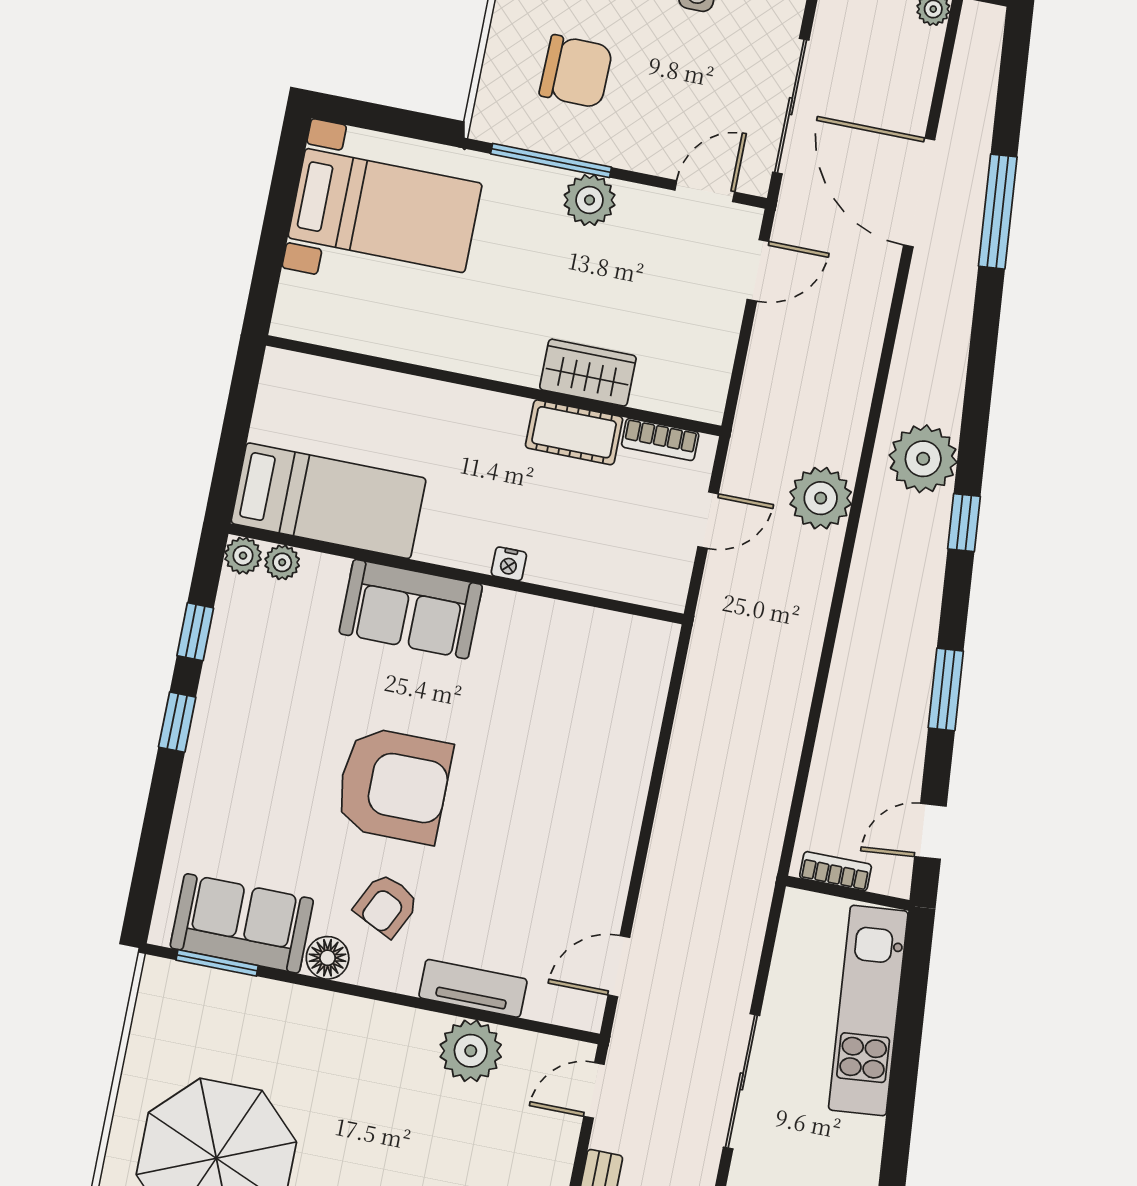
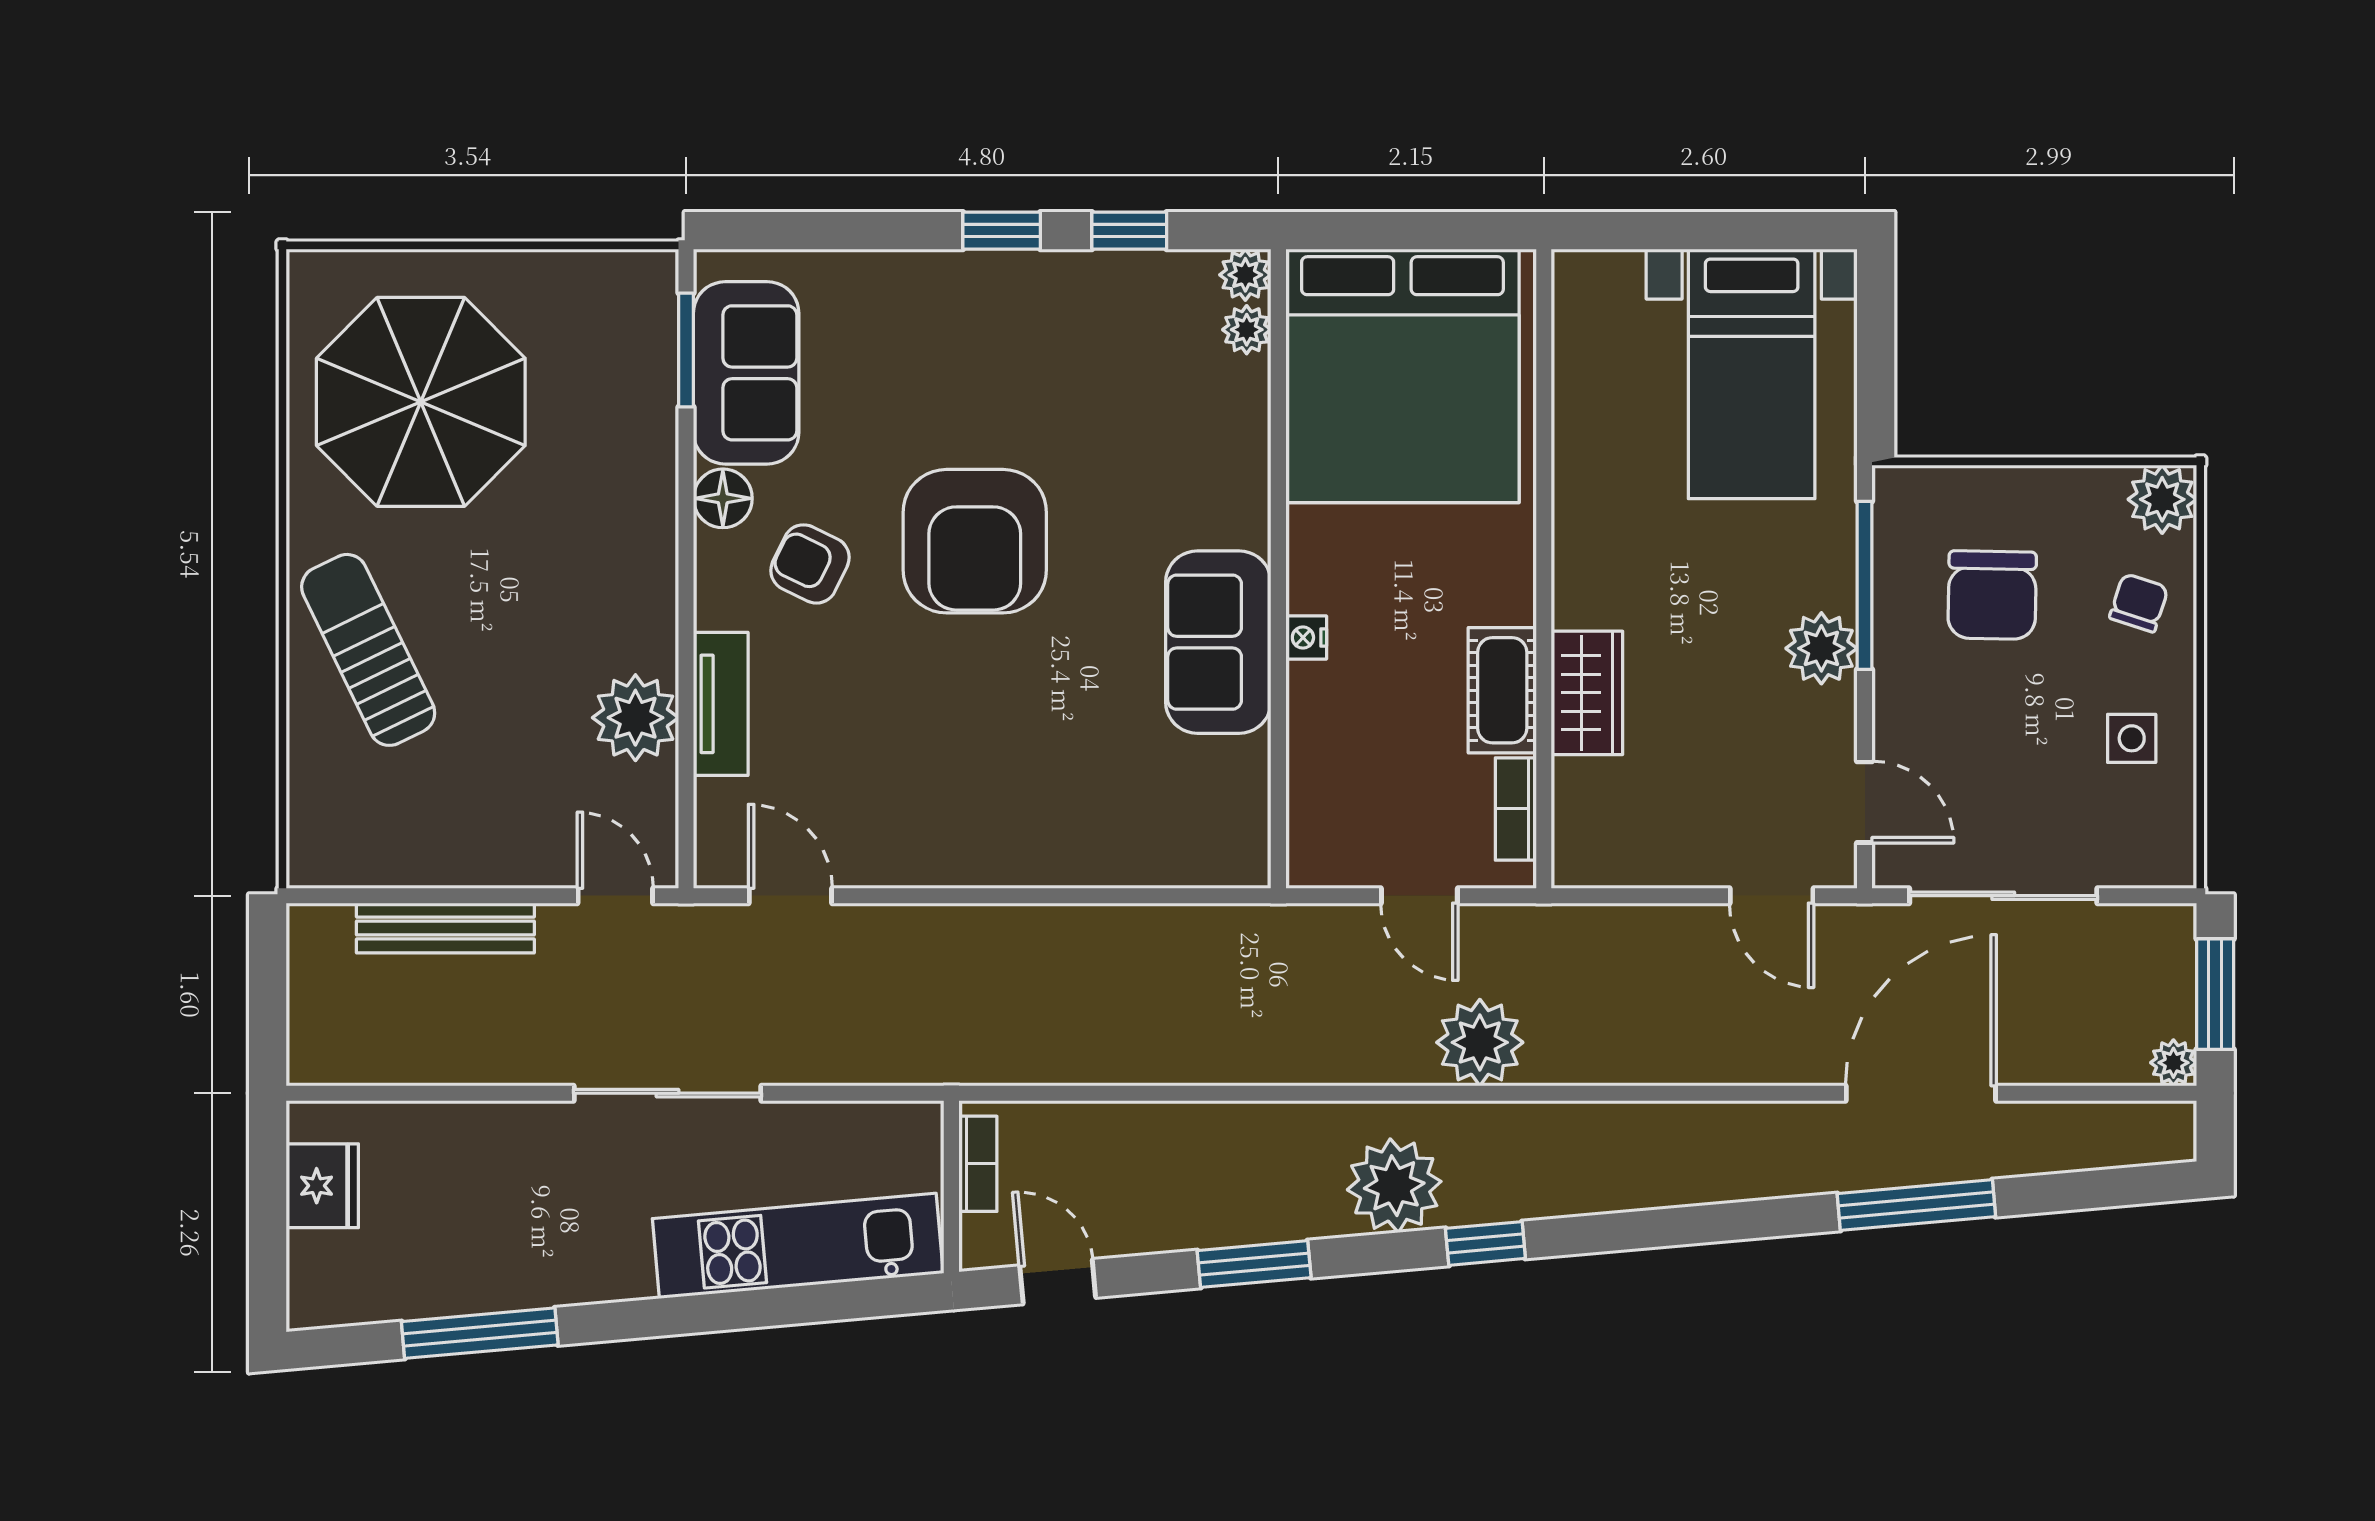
plant: (923, 459) -> (1394, 1186), moved
bed: (329, 501) -> (1402, 376), width x2.04
sofa: (411, 609) -> (1218, 642), moved

